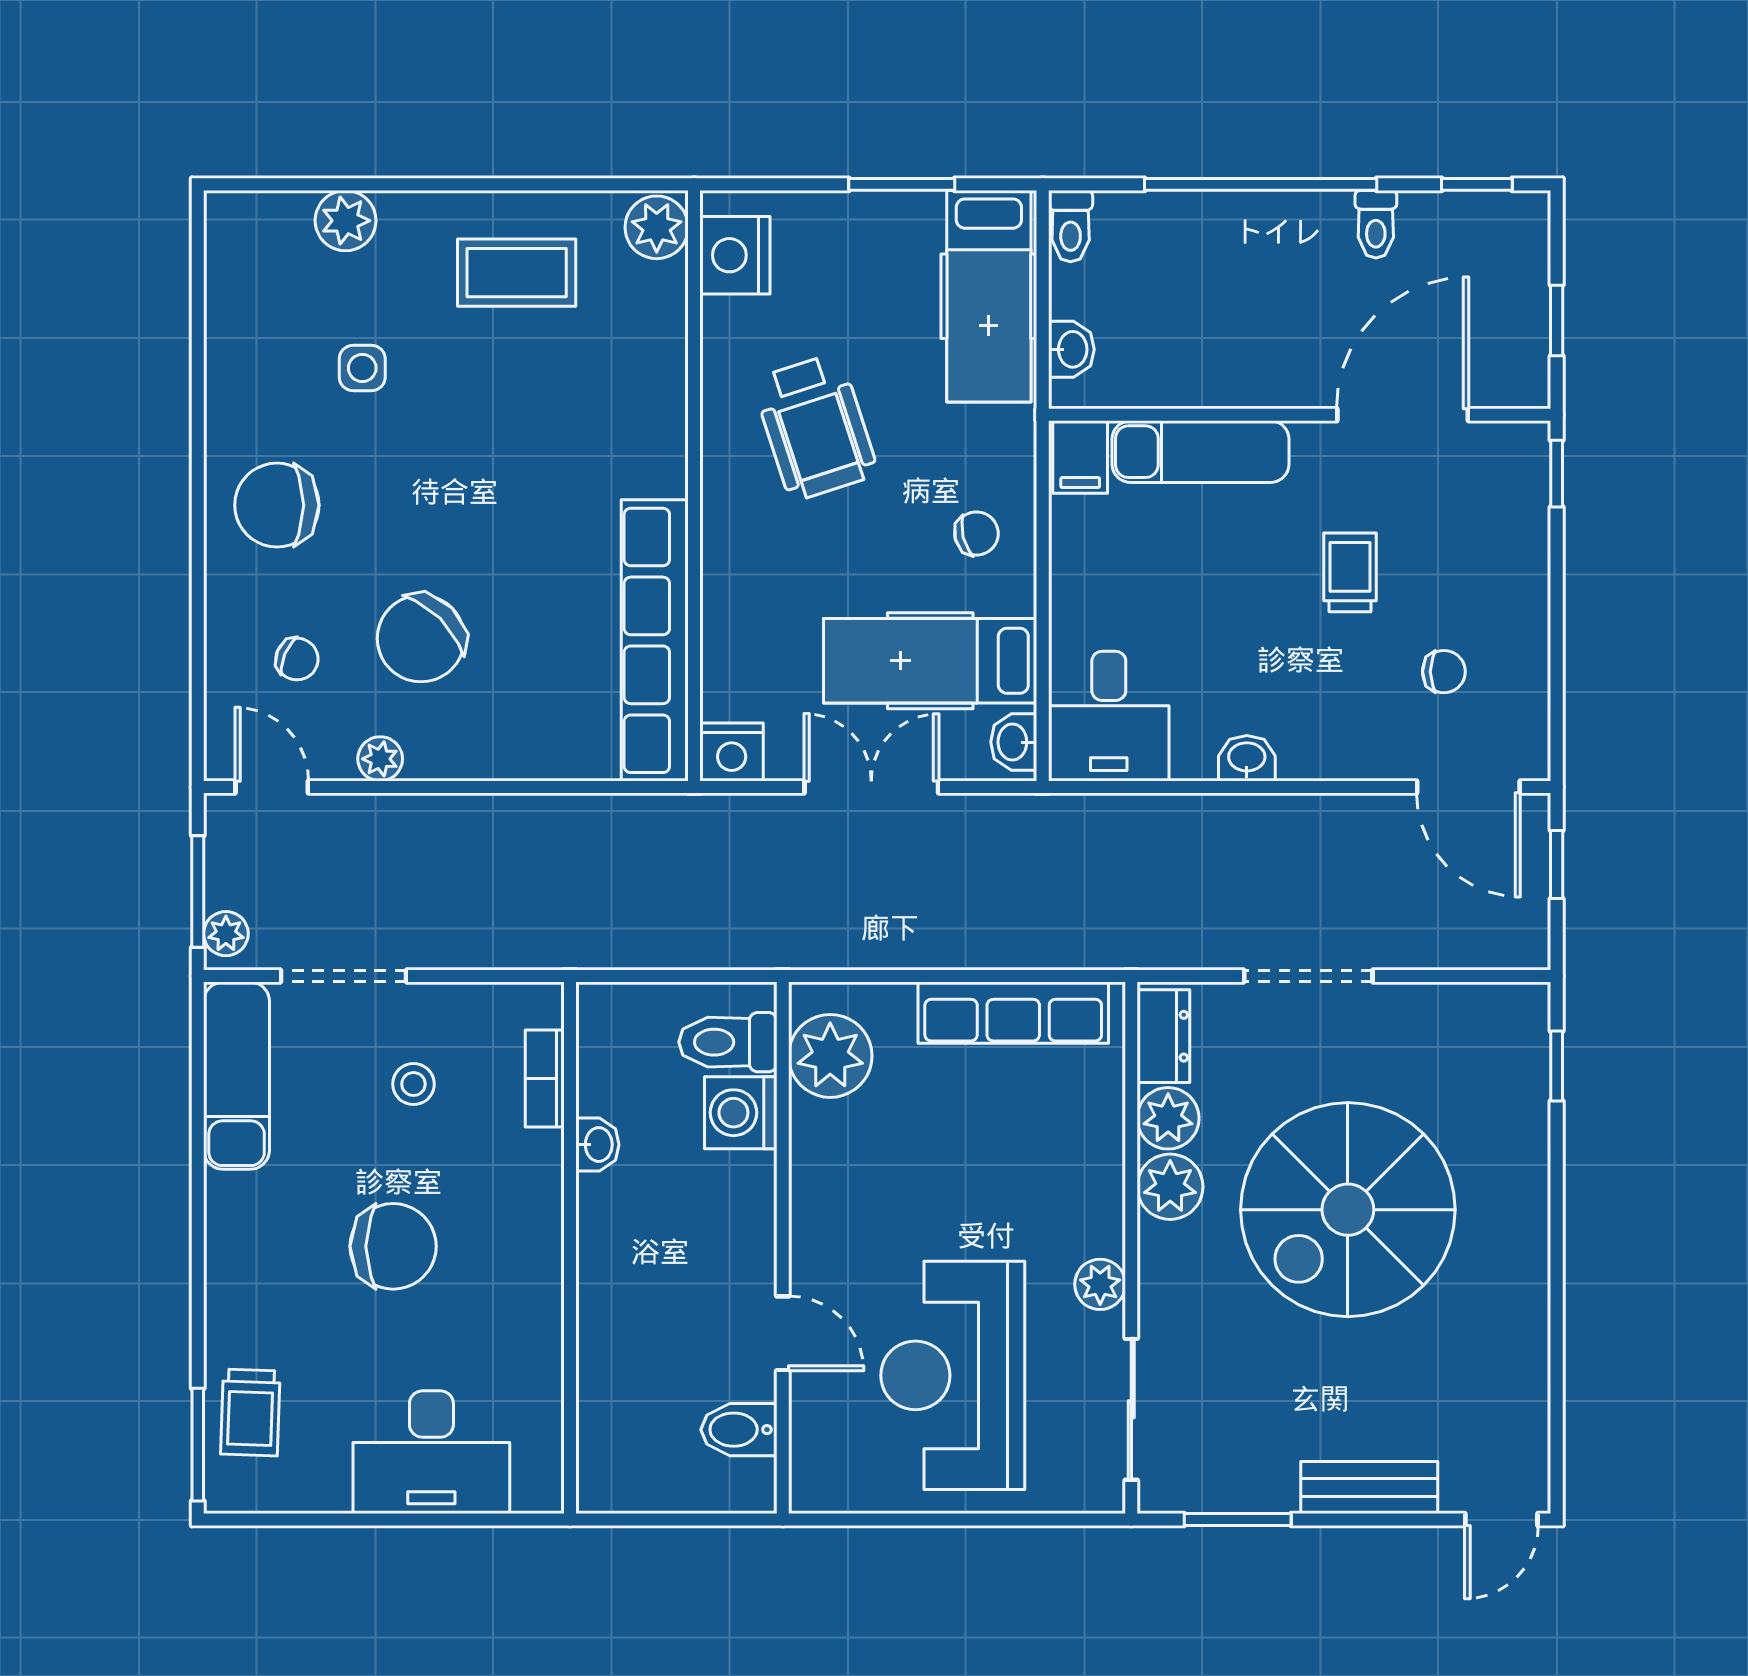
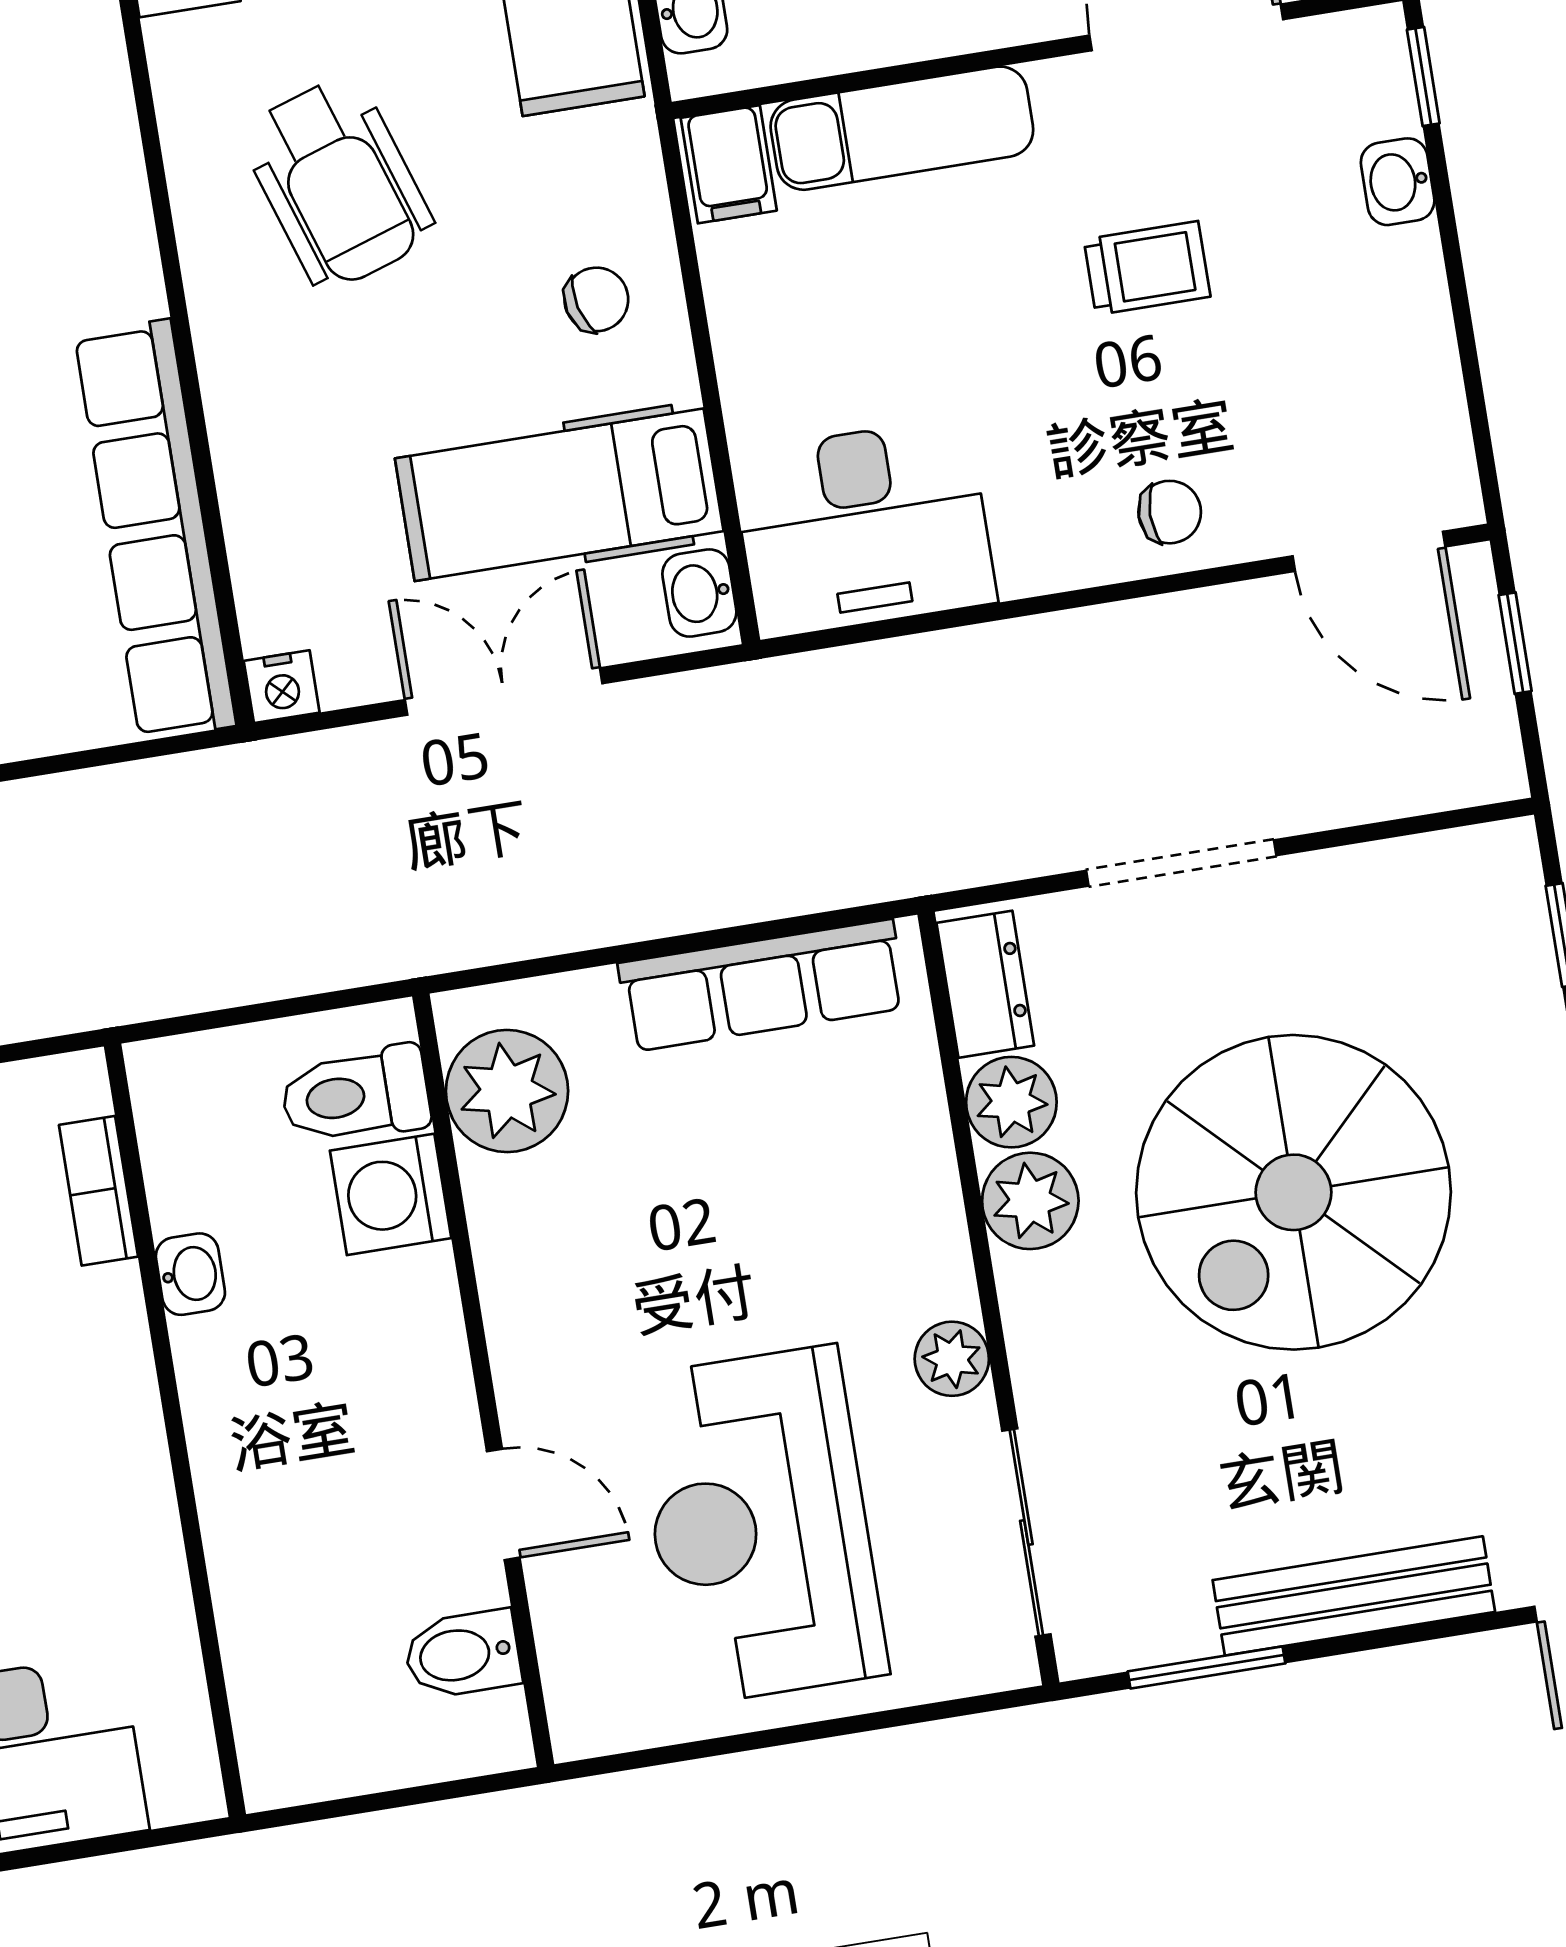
trolley: (1350, 572) -> (1147, 268), turned 90
chair: (1444, 672) -> (1170, 512), moved
desk: (1109, 716) -> (864, 528), width x1.37
nightstand: (732, 752) -> (282, 687), width x0.72, depth x0.74
washbasin: (1247, 758) -> (1398, 182), moved, turned -90
bench: (1369, 1488) -> (1354, 1596), width x1.36

